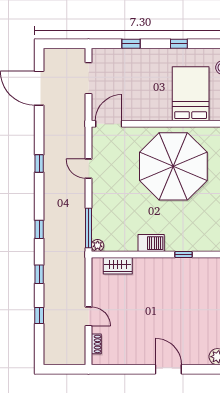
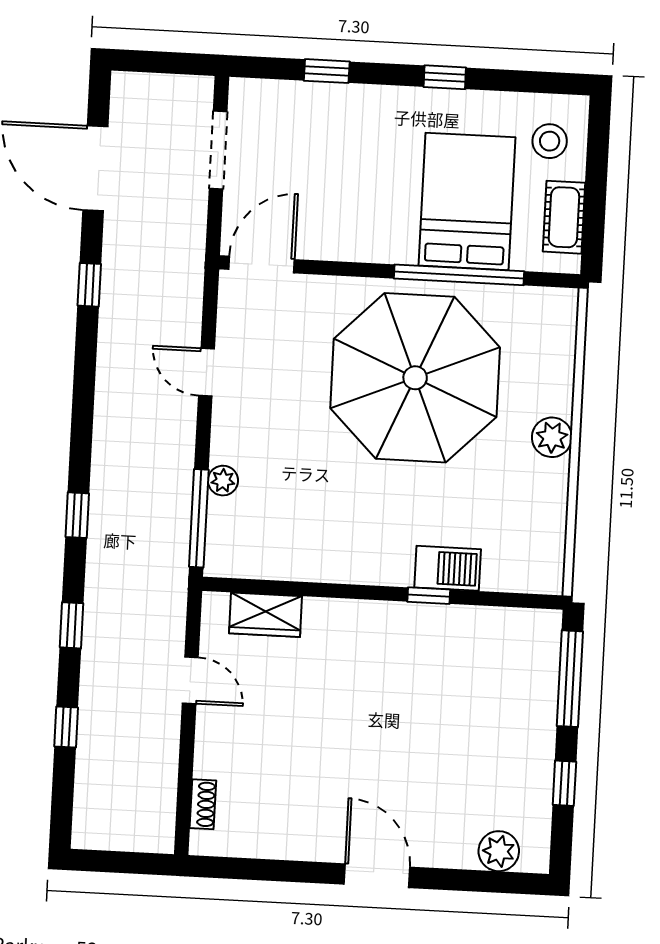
window: (189, 124) -> (459, 275), added
window: (39, 163) -> (89, 285), moved
barbecue: (151, 243) -> (448, 568), moved
plant: (98, 245) -> (223, 481), moved
door: (89, 316) -> (190, 680), moved

